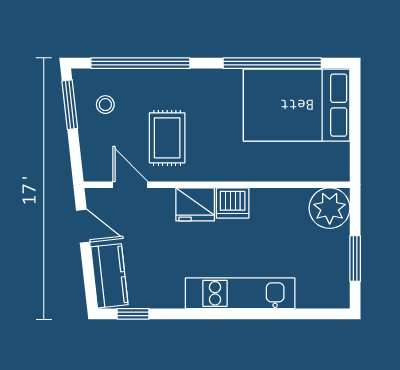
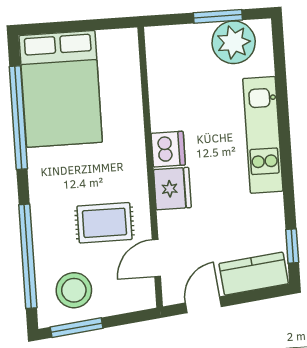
stool: (105, 105) -> (74, 290), width x1.89, depth x1.89
plant: (330, 208) -> (234, 42), moved

